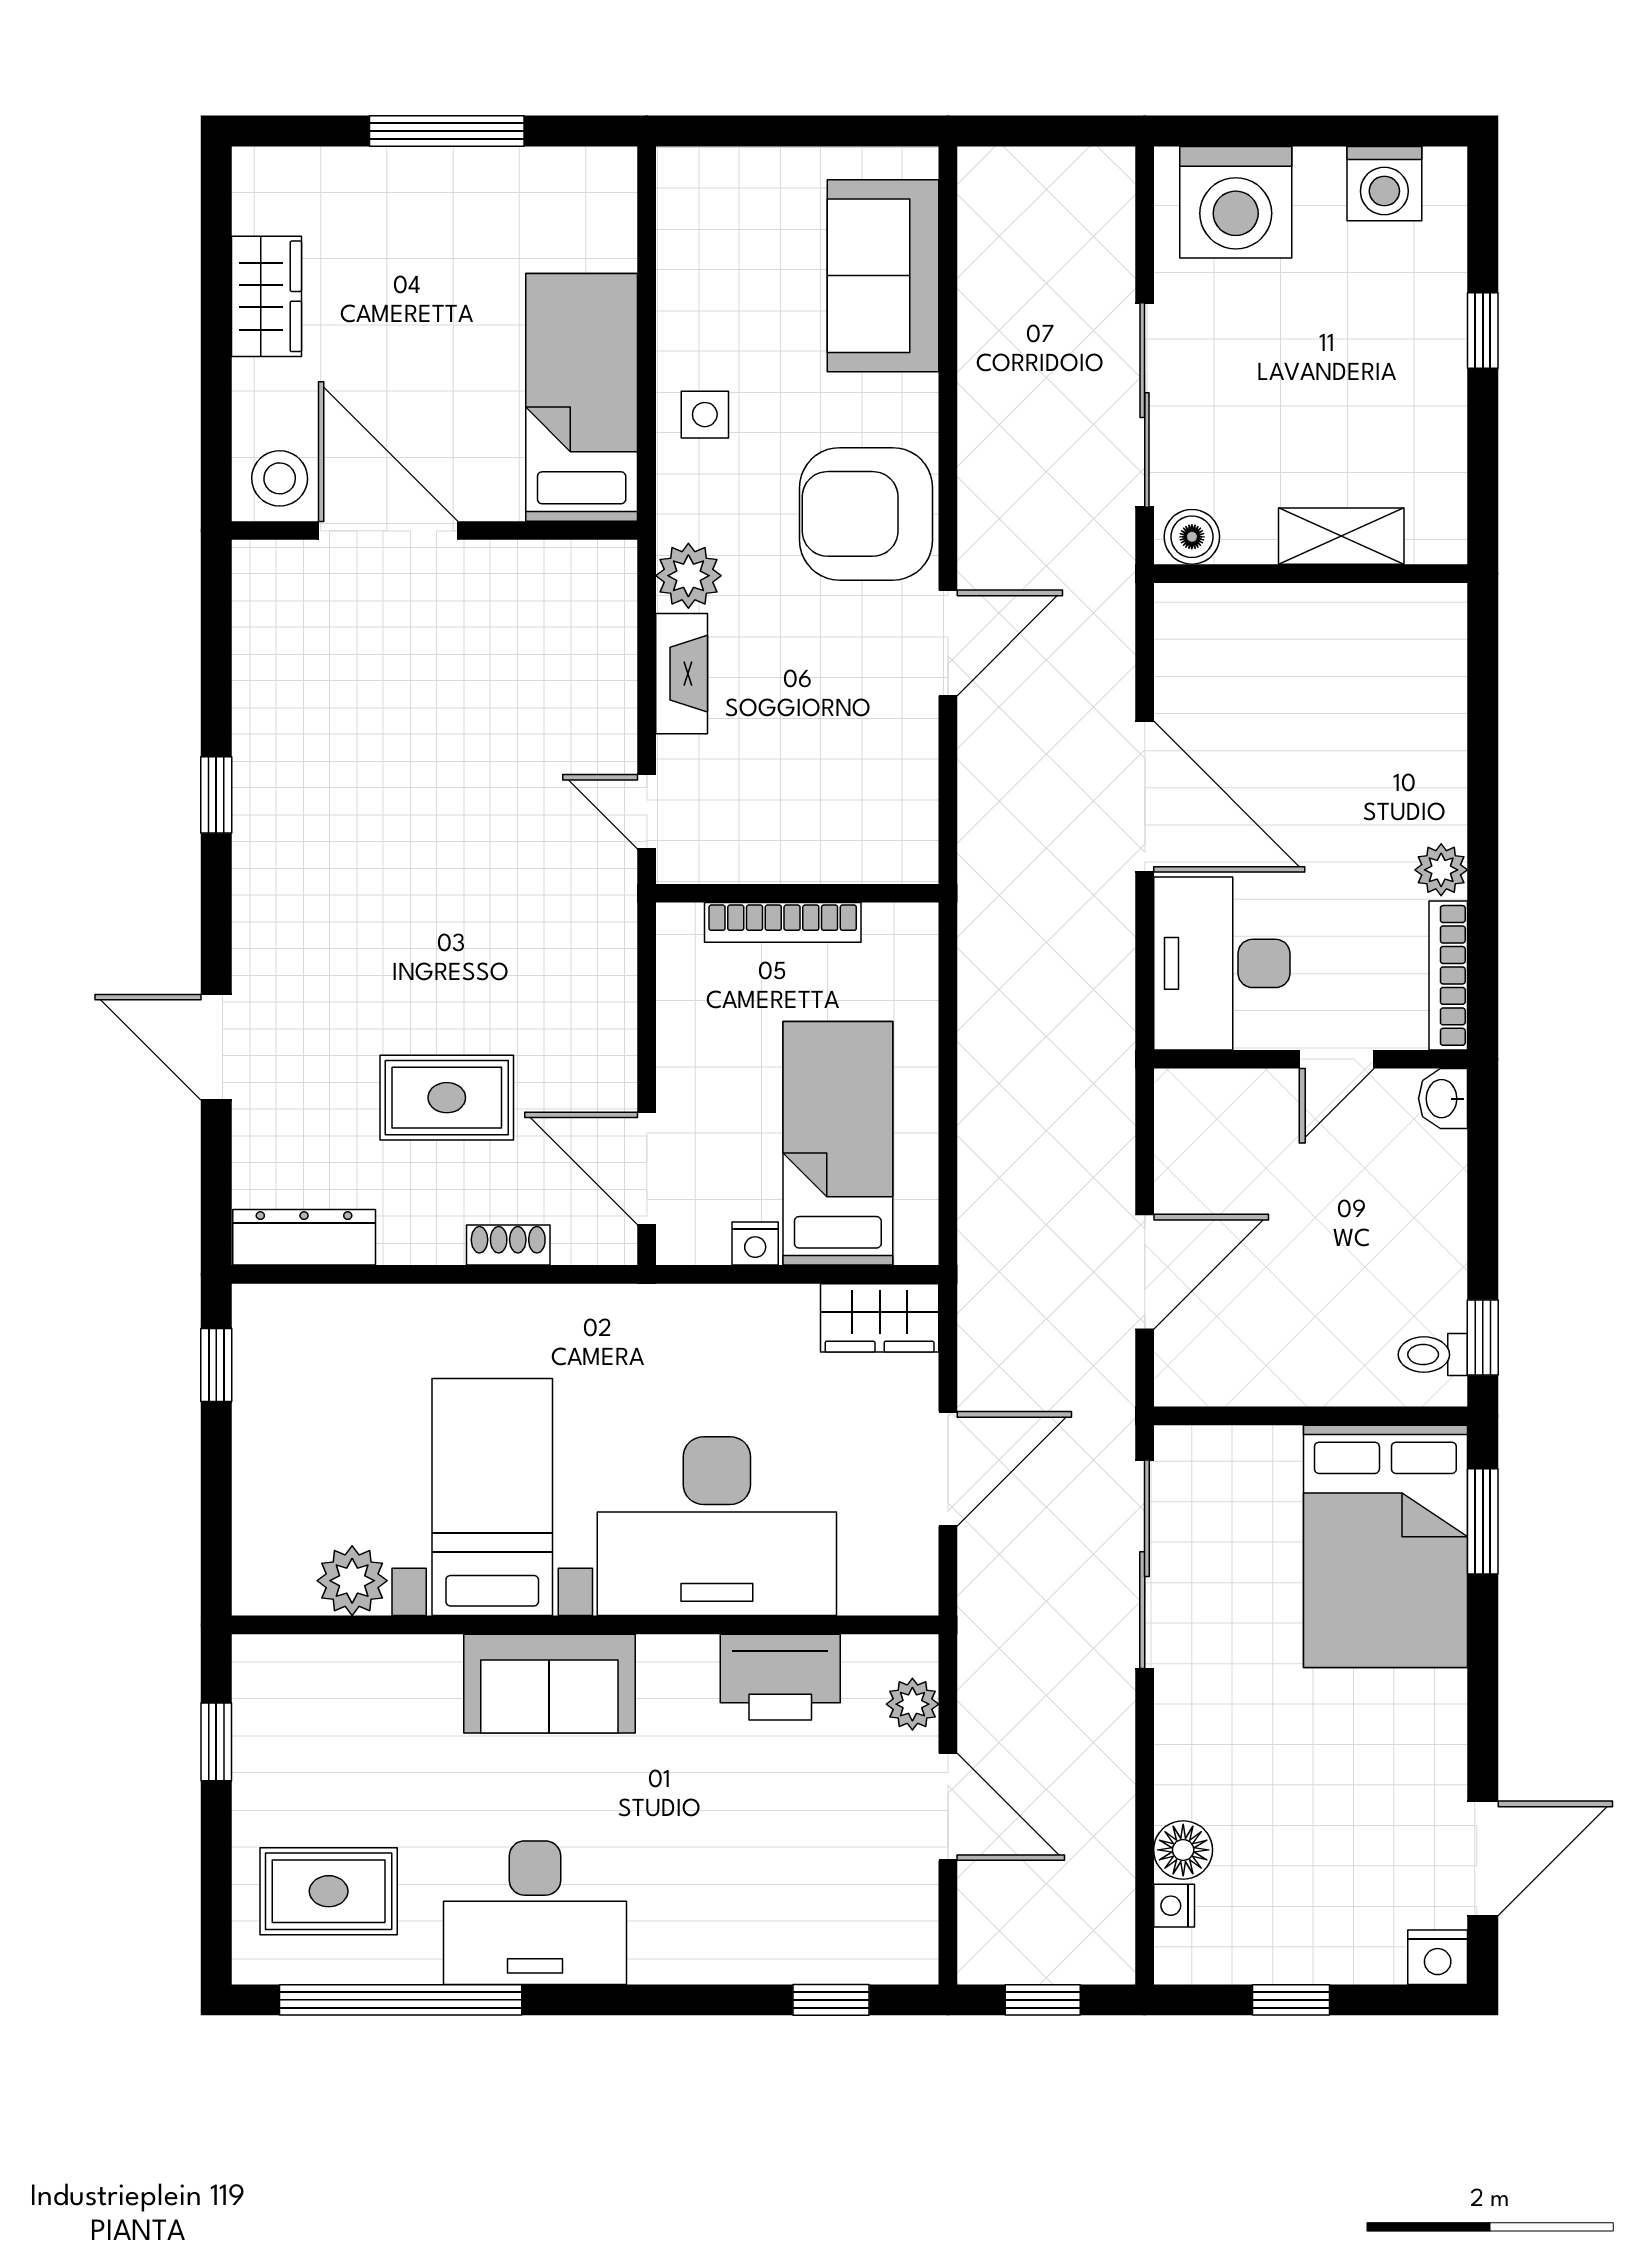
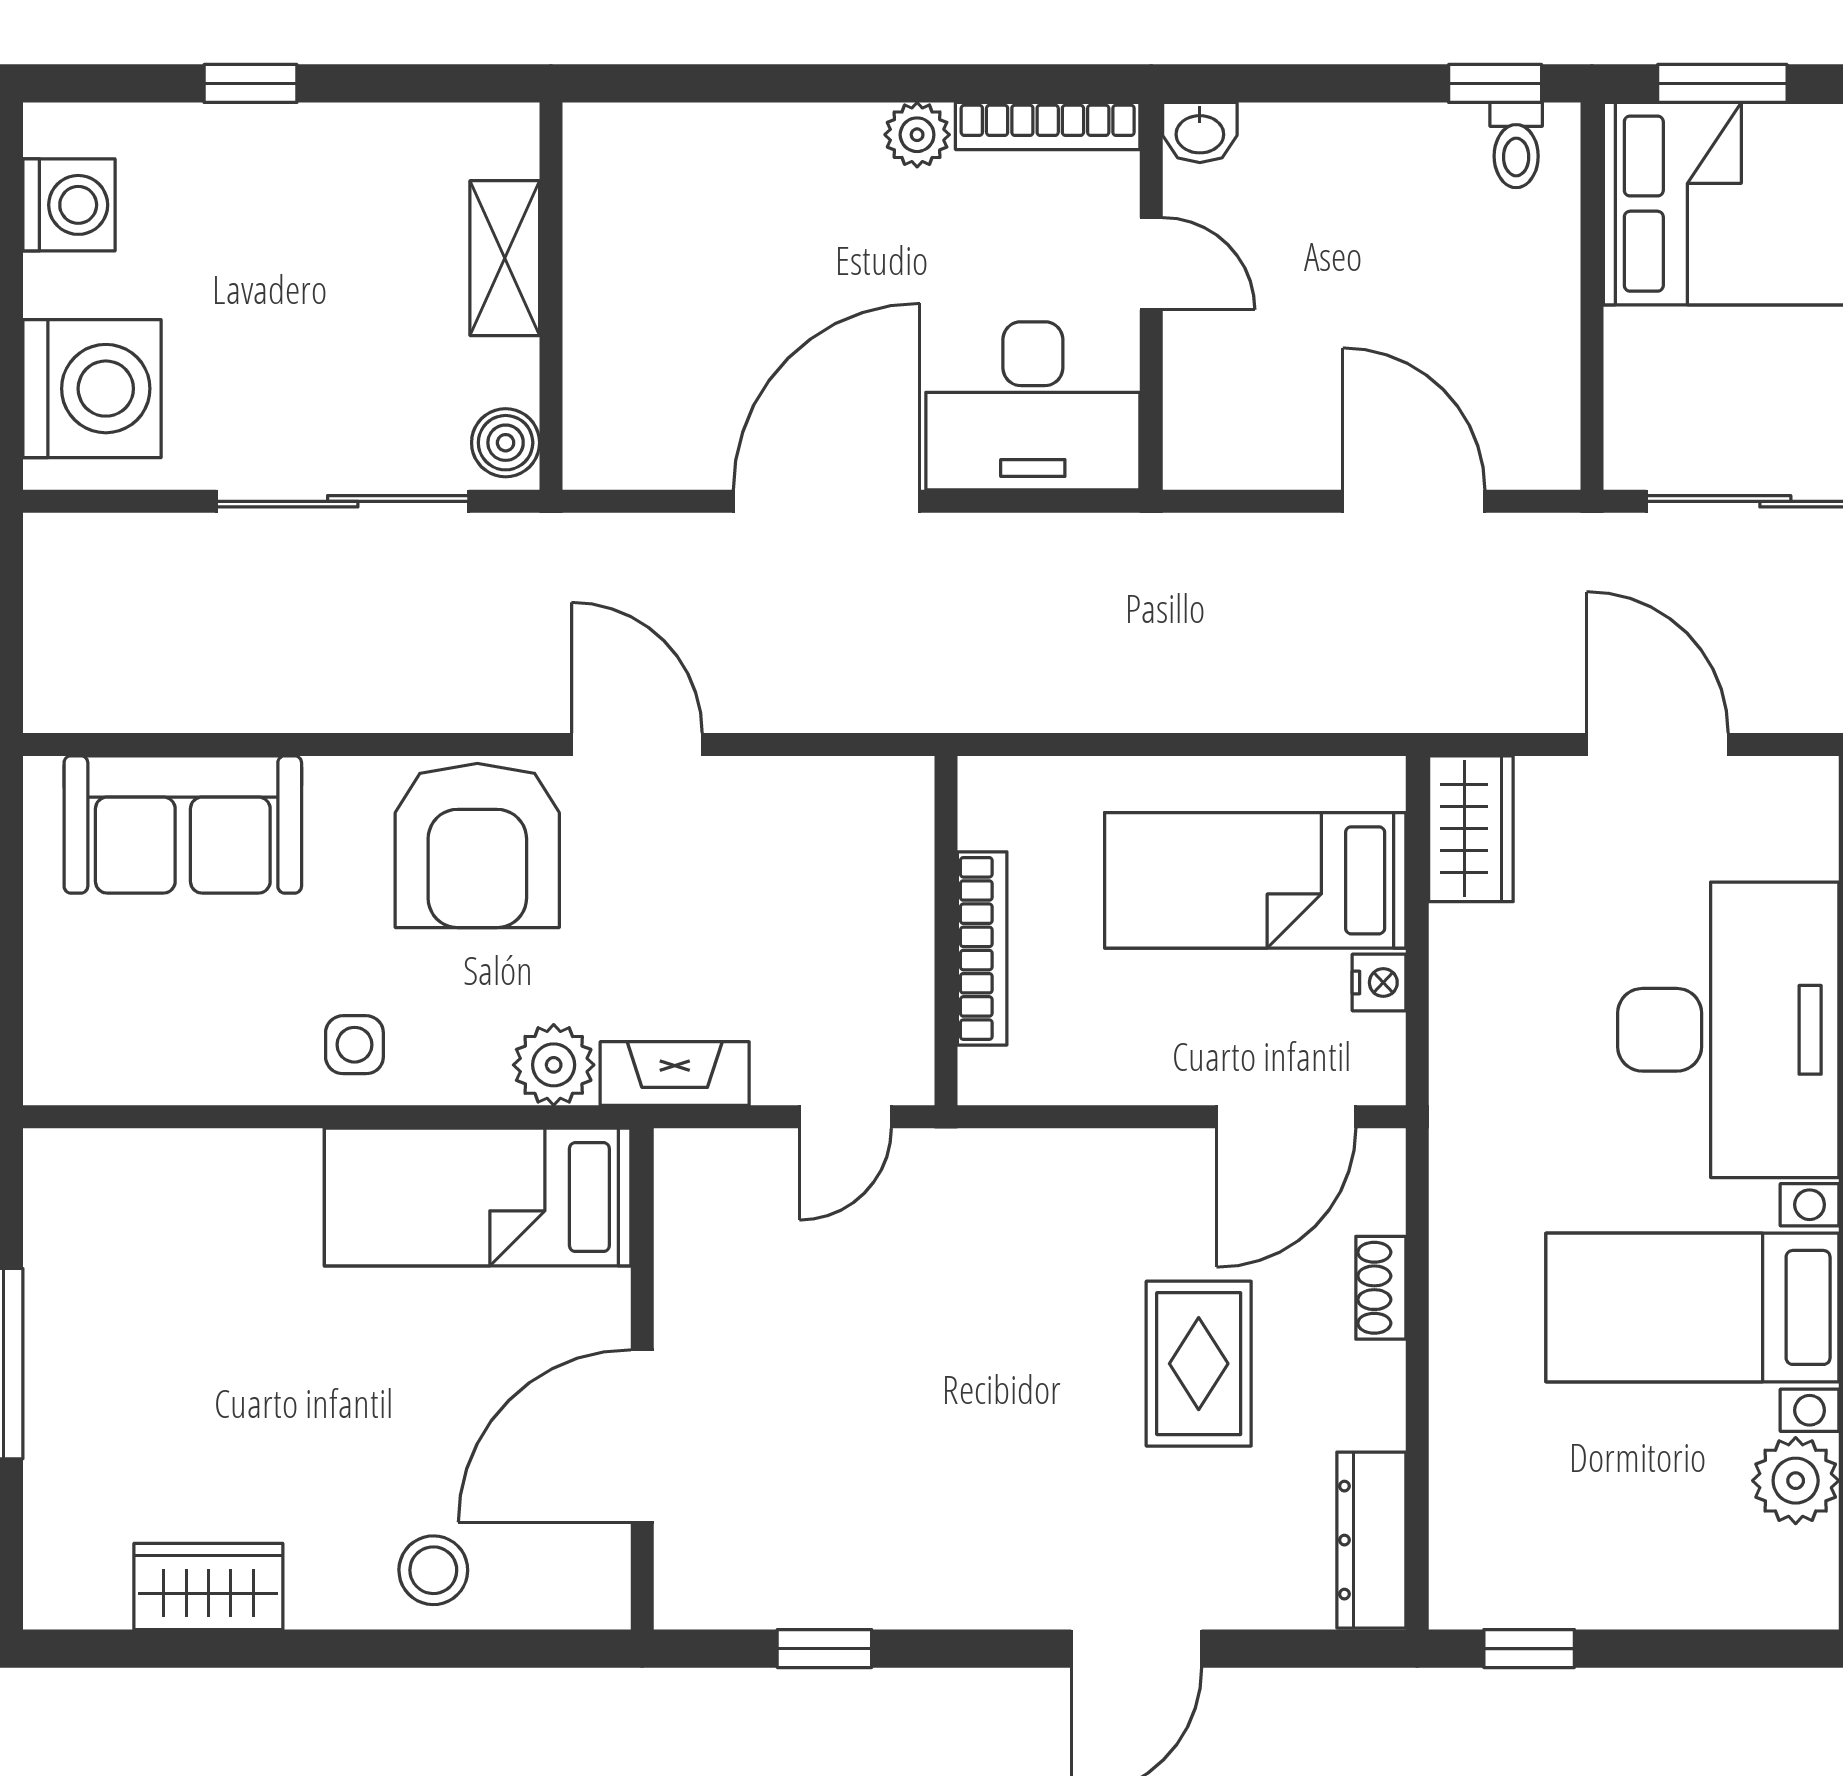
bed: (582, 397) -> (478, 1197), moved
door: (388, 531) -> (642, 1436), moved
wall: (434, 531) -> (642, 1379), moved

